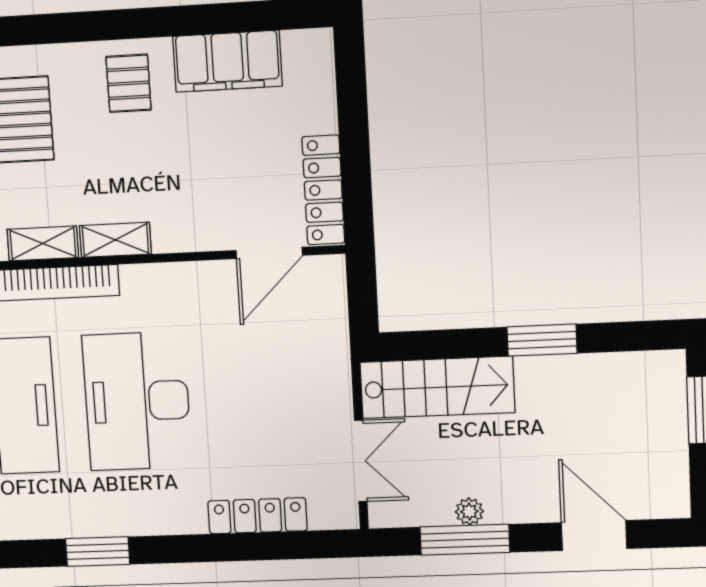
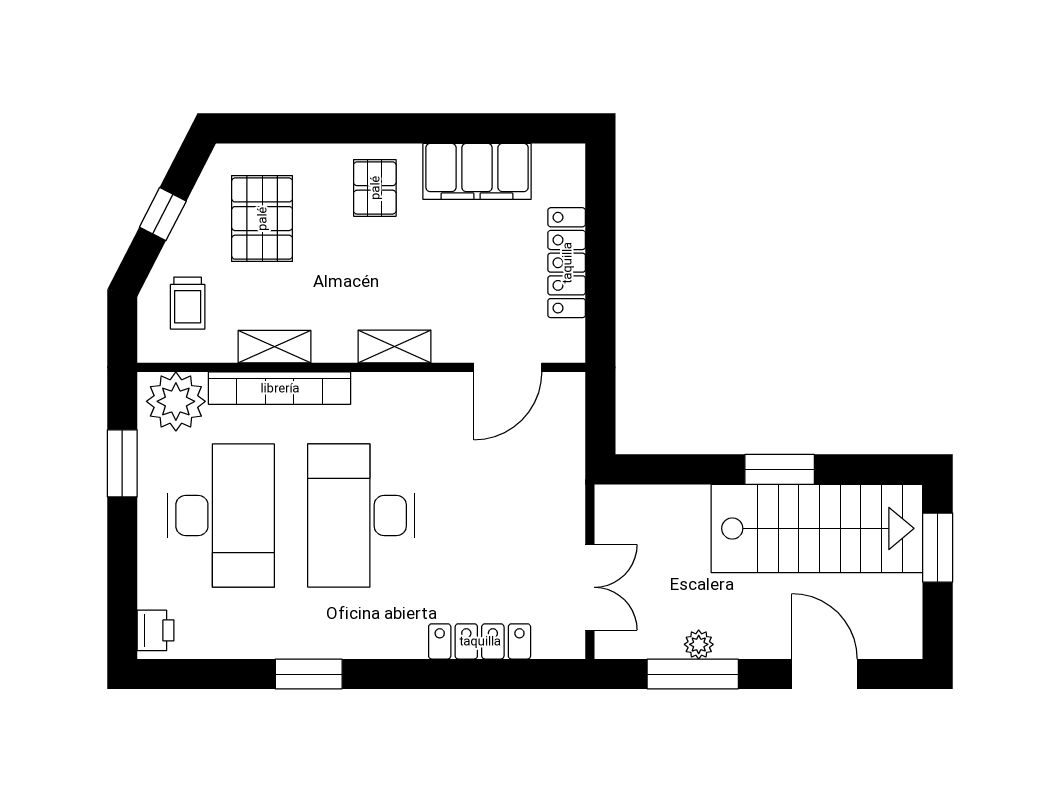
locker: (323, 190) -> (567, 263), moved
shelving: (115, 240) -> (394, 347), moved
stairs: (437, 387) -> (817, 528), moved, width x1.36, depth x1.51

